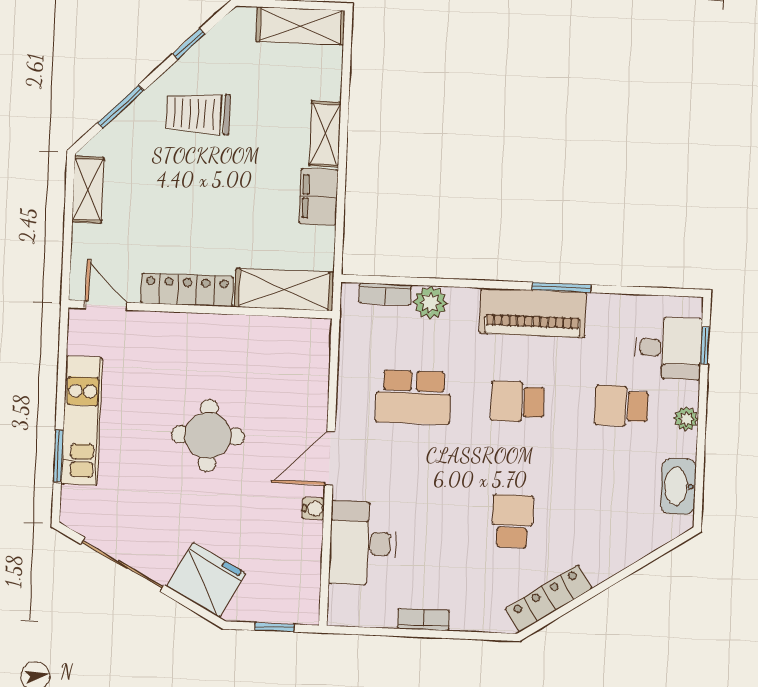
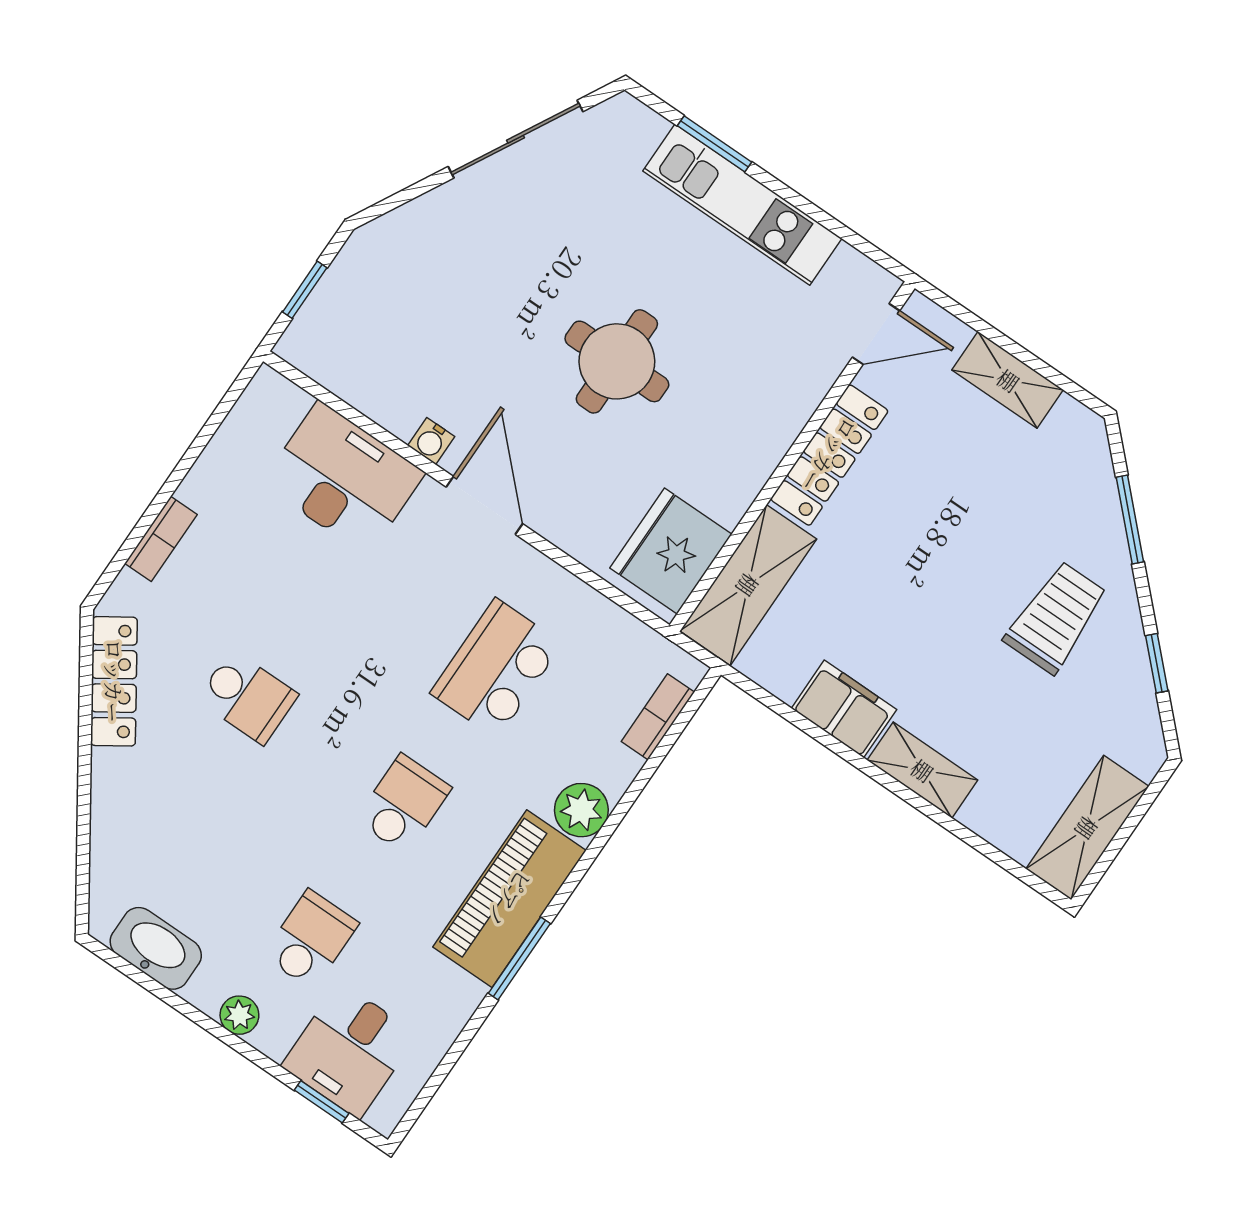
shelving: (88, 190) -> (1008, 380), moved
plant: (430, 303) -> (581, 810), moved
fridge: (206, 580) -> (671, 551), moved, turned 152
bookcase: (423, 619) -> (161, 539), moved

